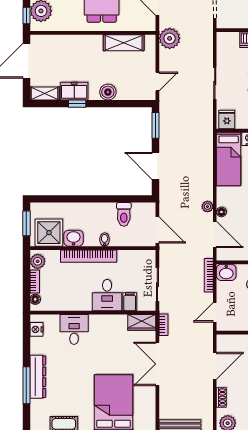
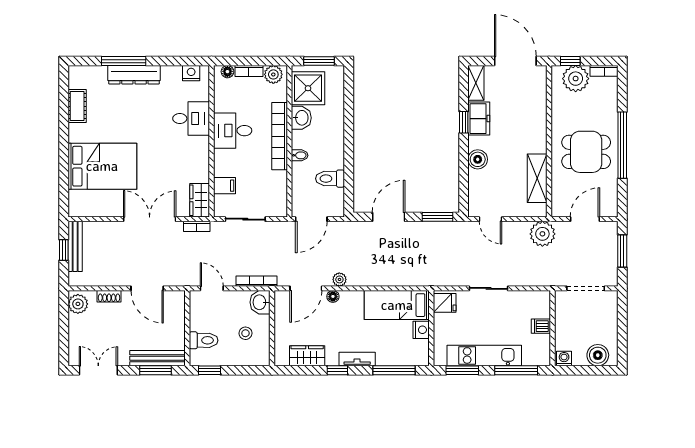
desk: (107, 295) -> (233, 131), moved

